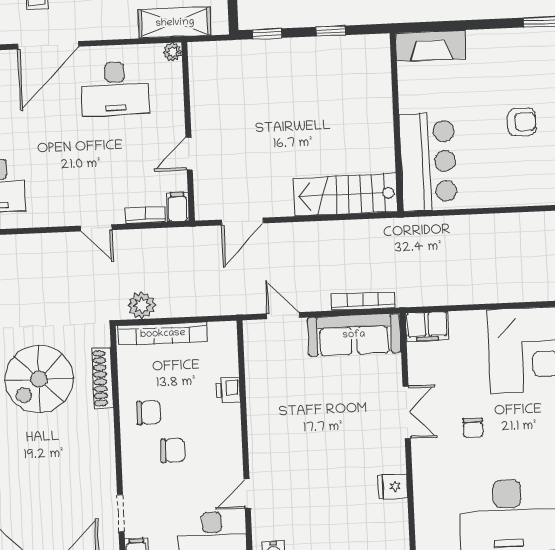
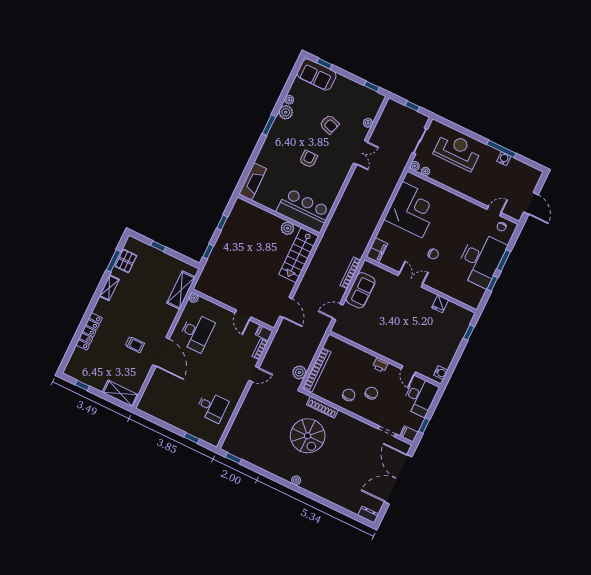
plant: (382, 150) -> (287, 228), added
sofa: (354, 335) -> (361, 290), width x0.73
printer: (228, 390) -> (380, 365), moved

